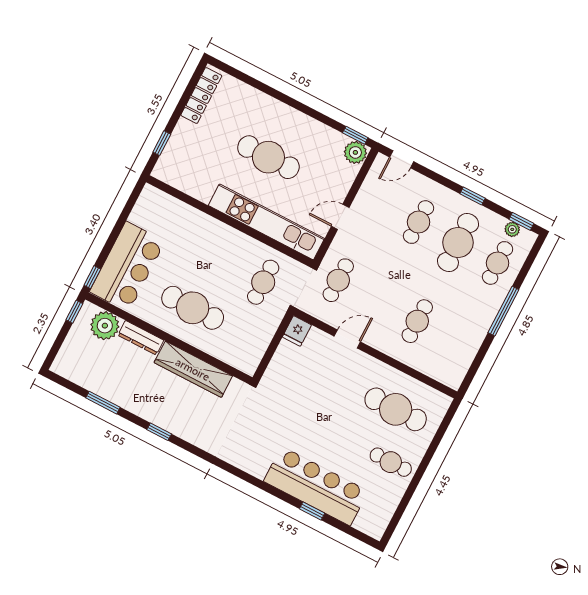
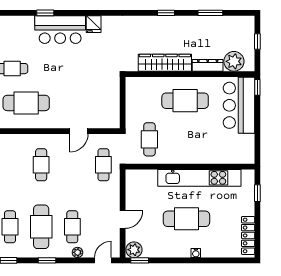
water cooler: (279, 108) -> (196, 253), added
door: (340, 217) -> (123, 220), moved
kitchen unit: (266, 222) -> (199, 178), moved
plant: (512, 229) -> (78, 252), moved
window: (74, 312) -> (257, 42), moved
fridge: (297, 331) -> (94, 24), moved, turned 180
bar counter: (316, 486) -> (60, 30), width x0.73

